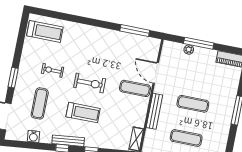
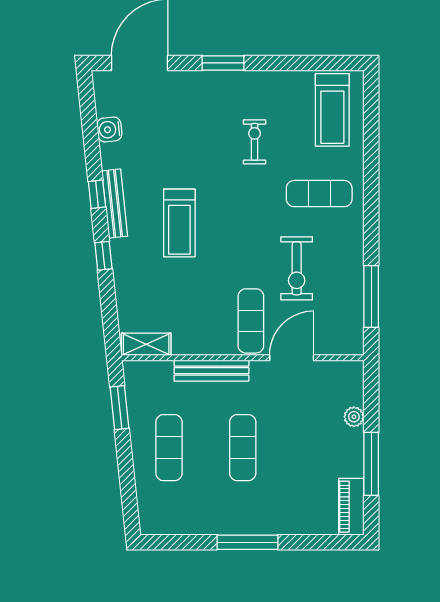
window: (199, 43) -> (371, 464), moved
exercise bike: (90, 83) -> (297, 268), moved
exercise mat: (40, 103) -> (319, 194), moved

